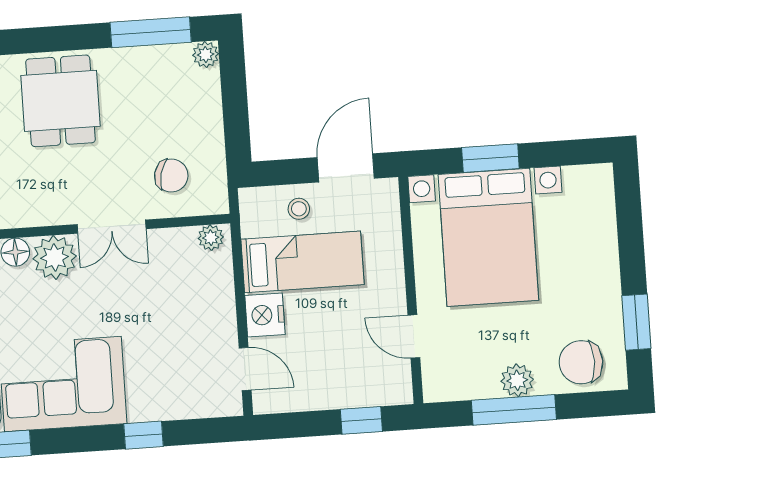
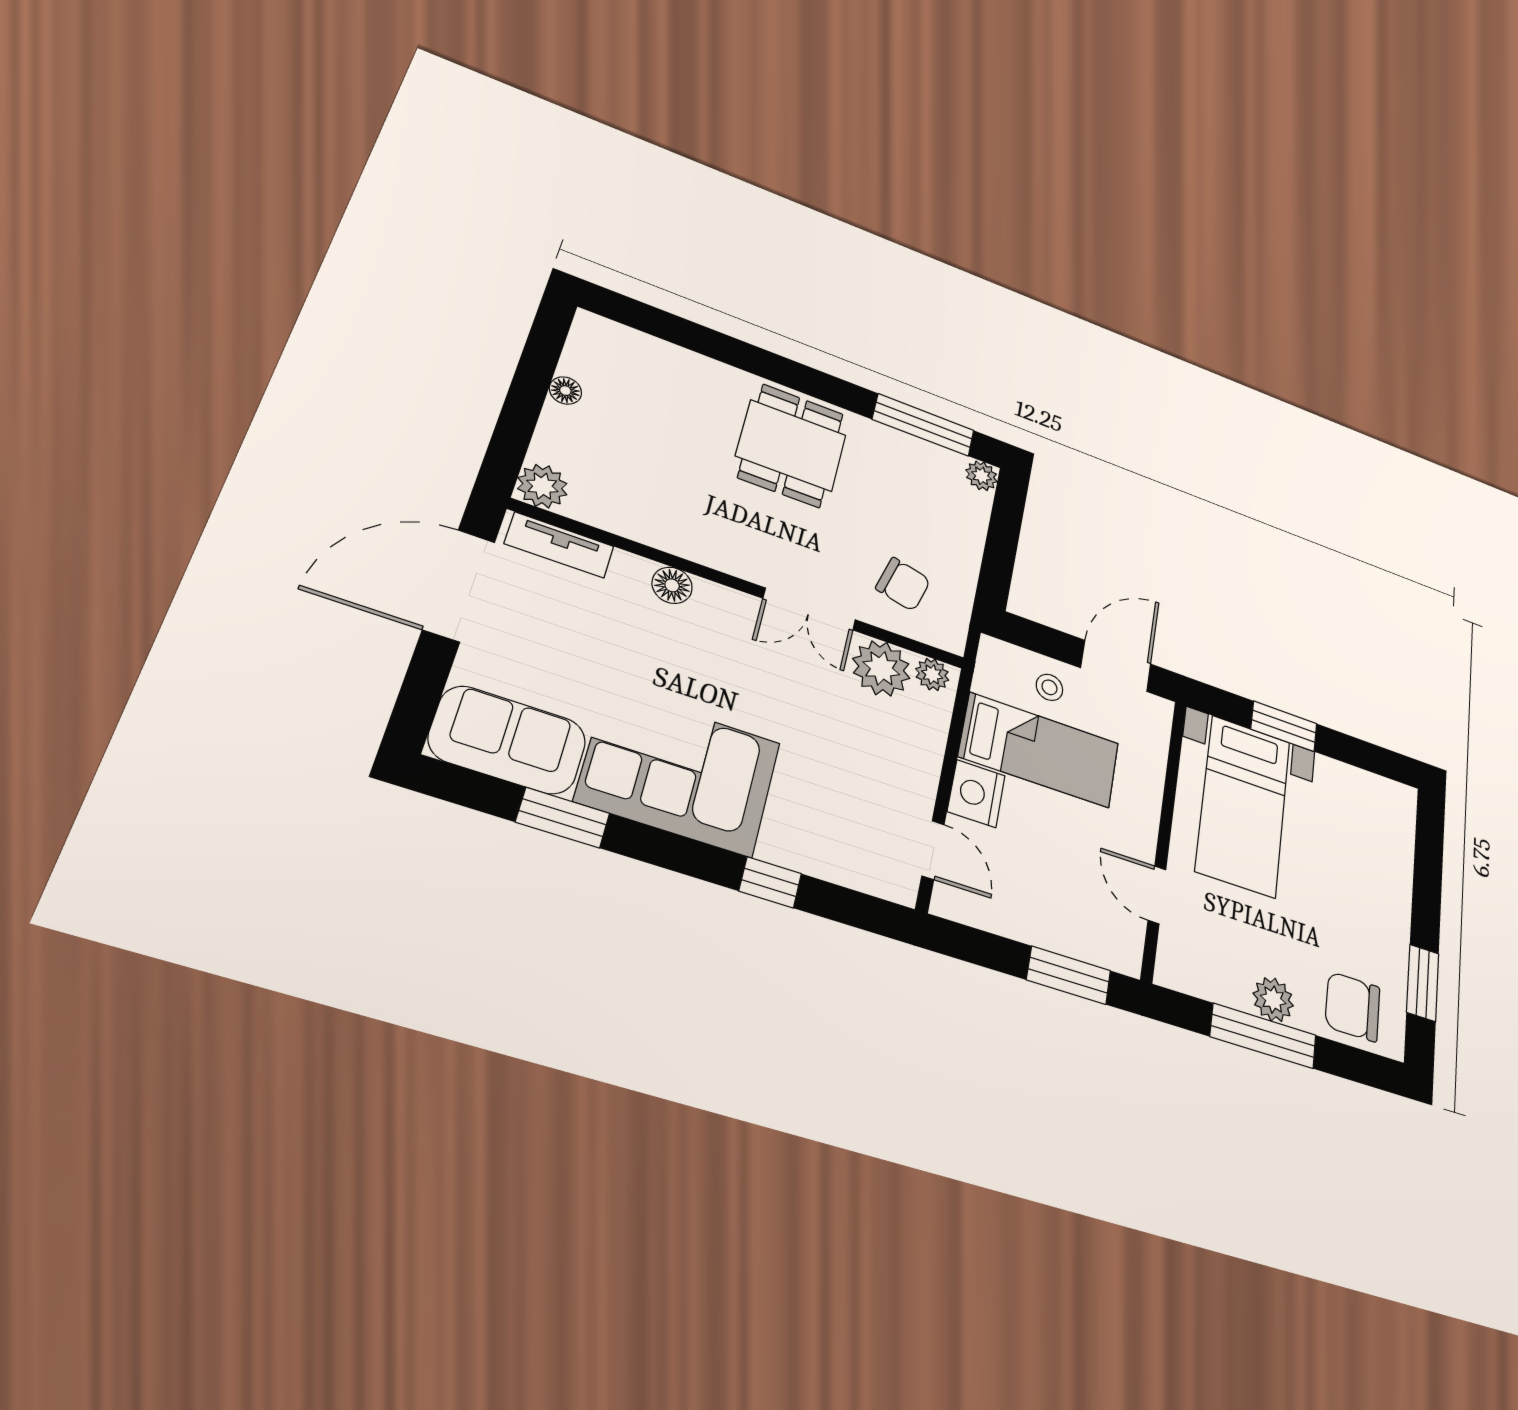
bed with nightstands: (488, 237) -> (1243, 805), width x0.73
plant: (55, 257) -> (881, 668), moved
window: (361, 420) -> (1069, 975), width x1.50

